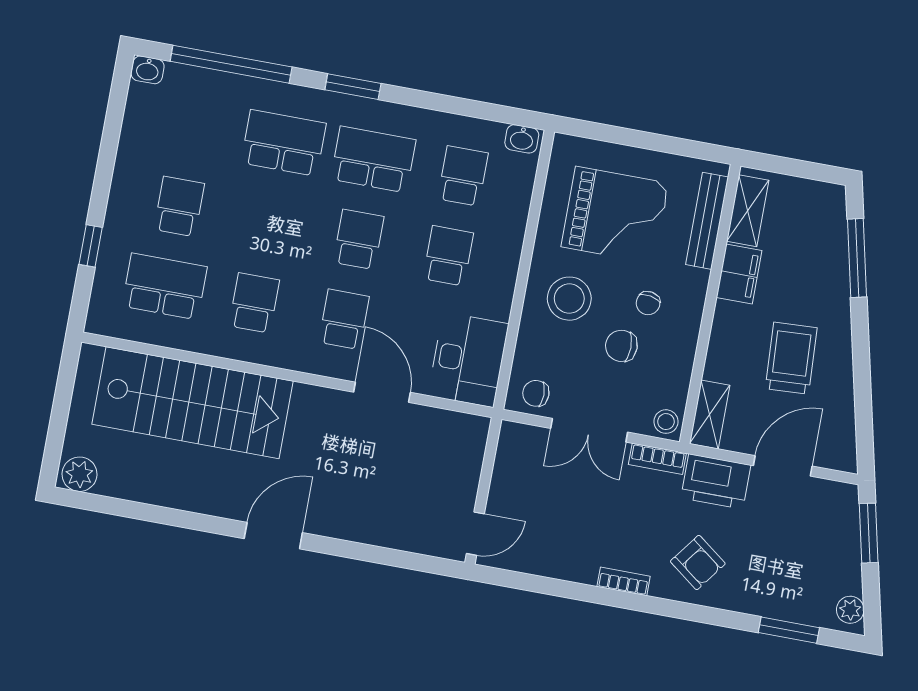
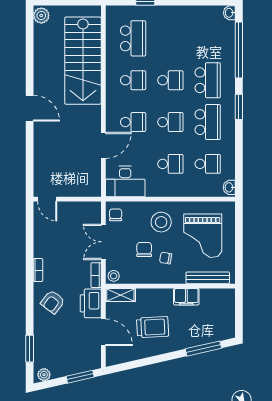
school desk: (179, 206) -> (170, 80), moved
shelving: (748, 211) -> (216, 295), removed

